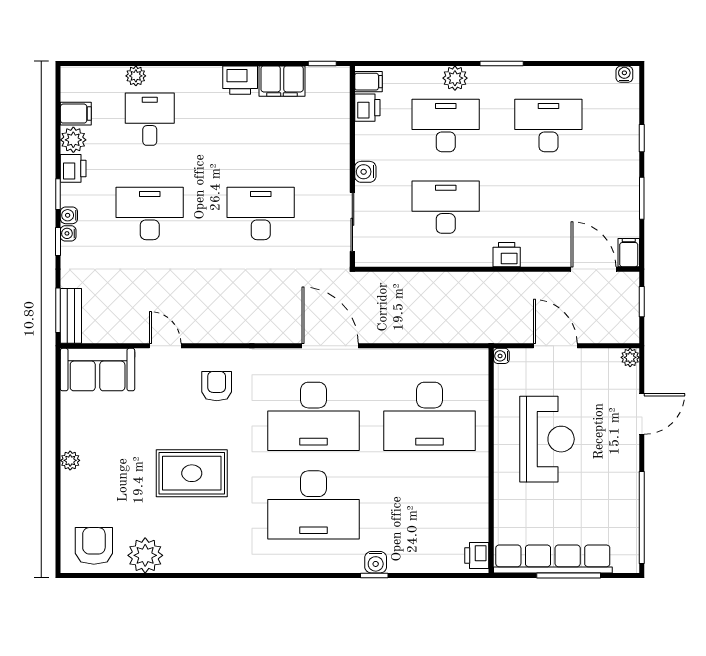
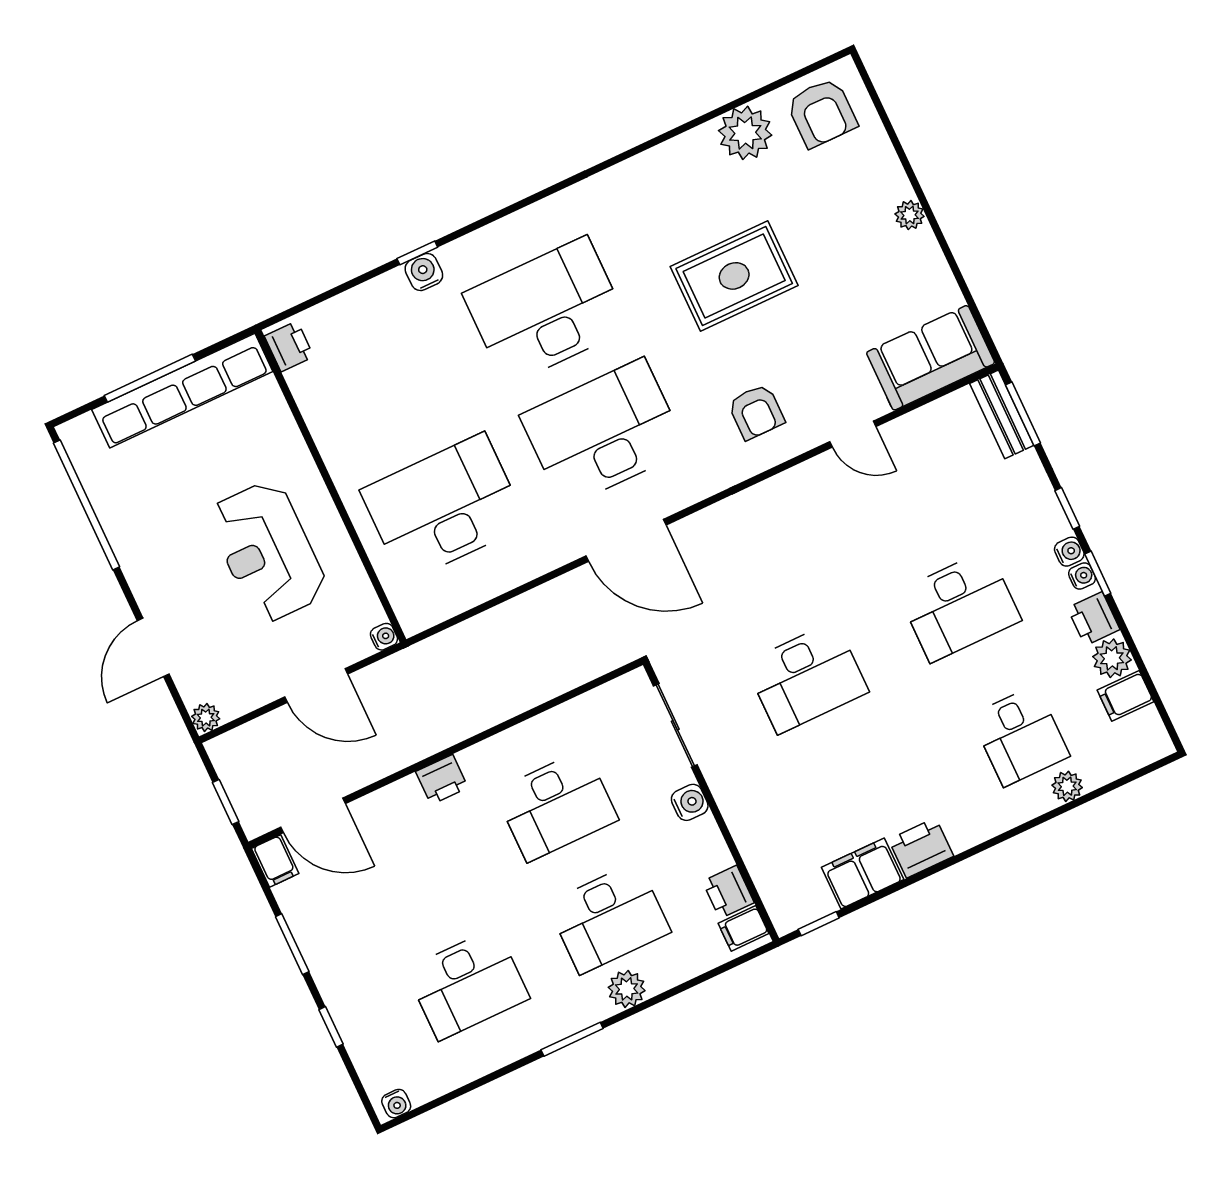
water cooler: (68, 233) -> (1082, 576), moved

